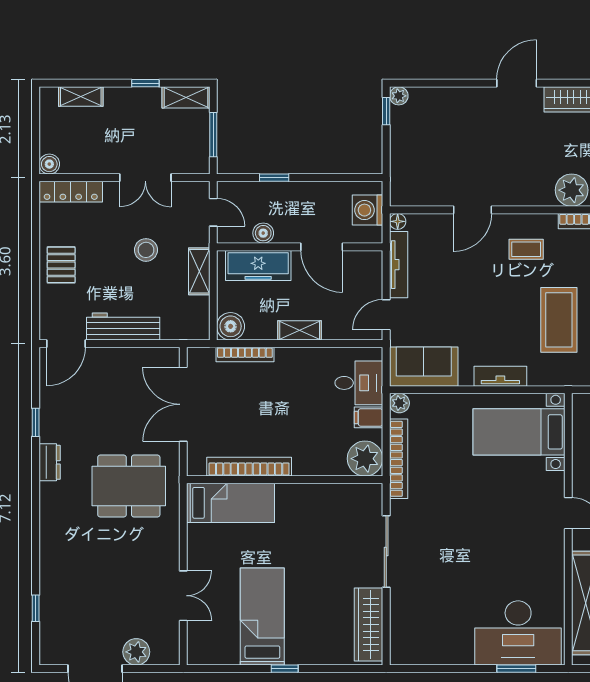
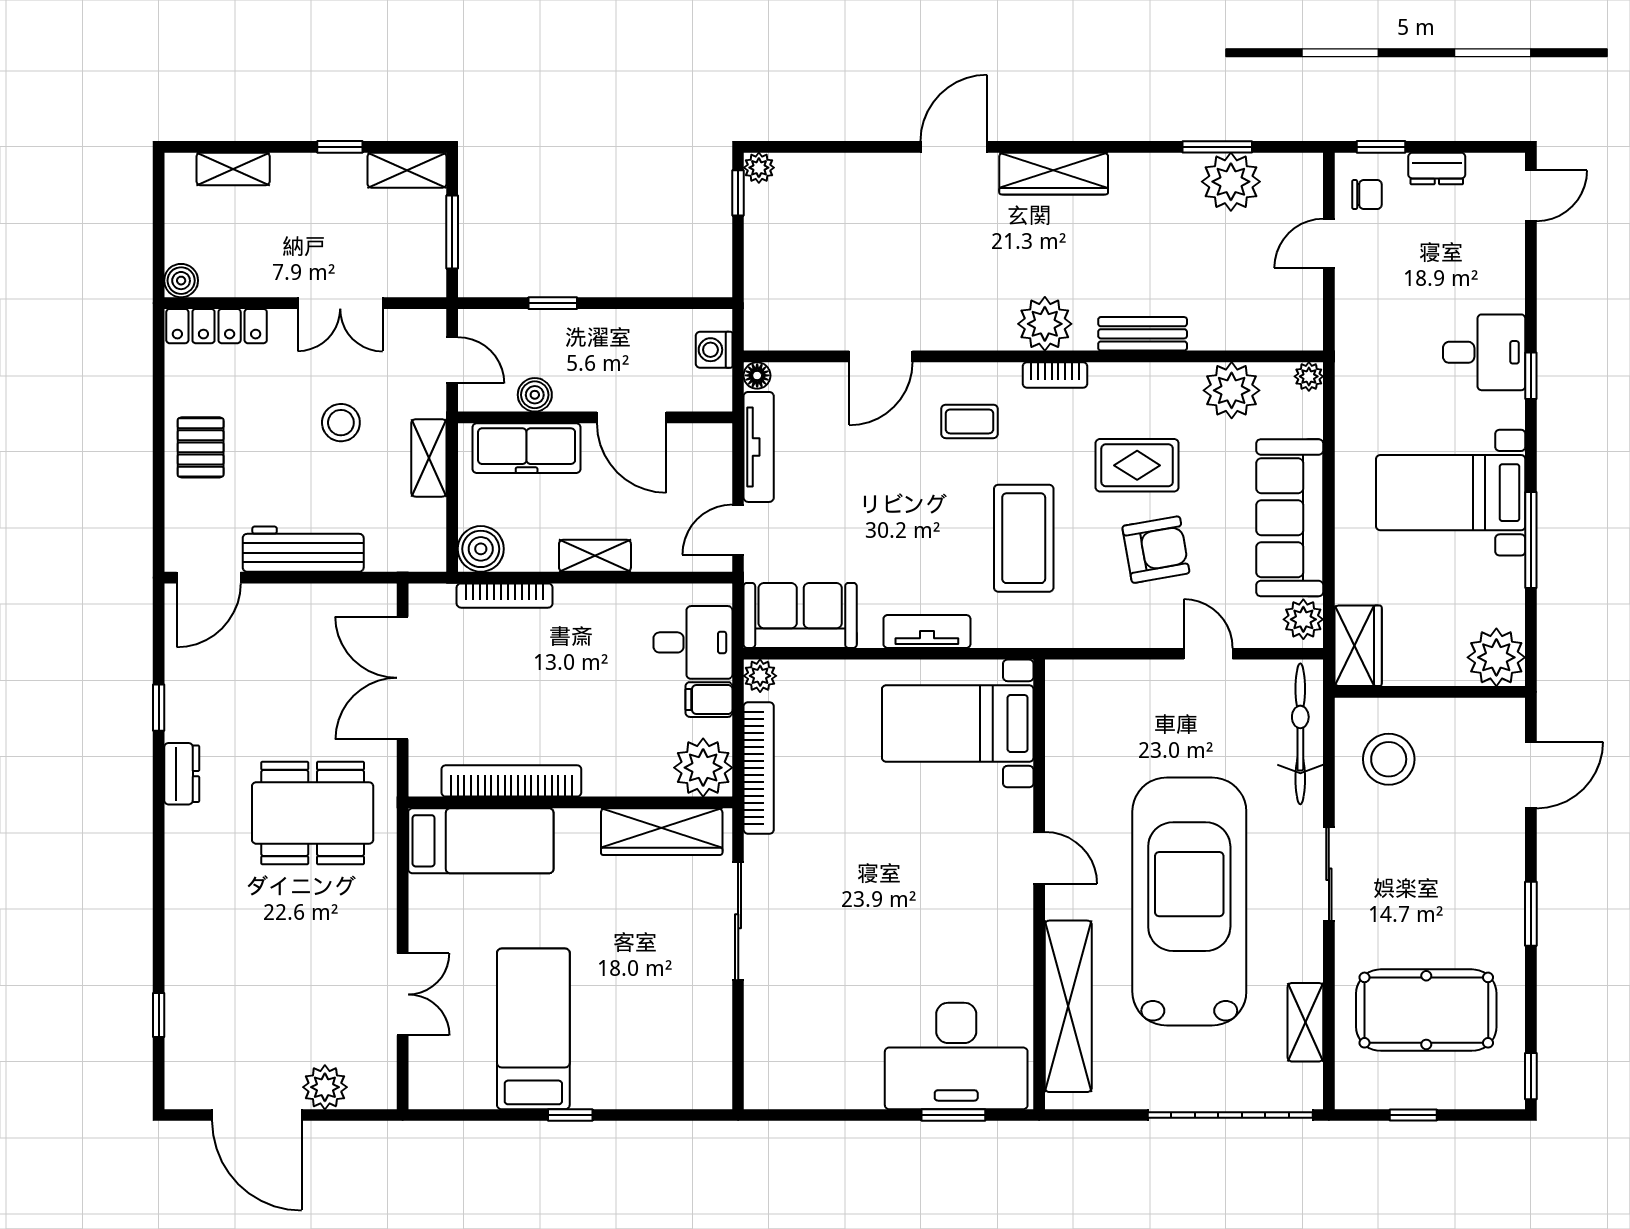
washing machine: (368, 210) -> (714, 350), width x0.73, depth x0.73
wardrobe: (368, 625) -> (662, 832), moved, turned -90

